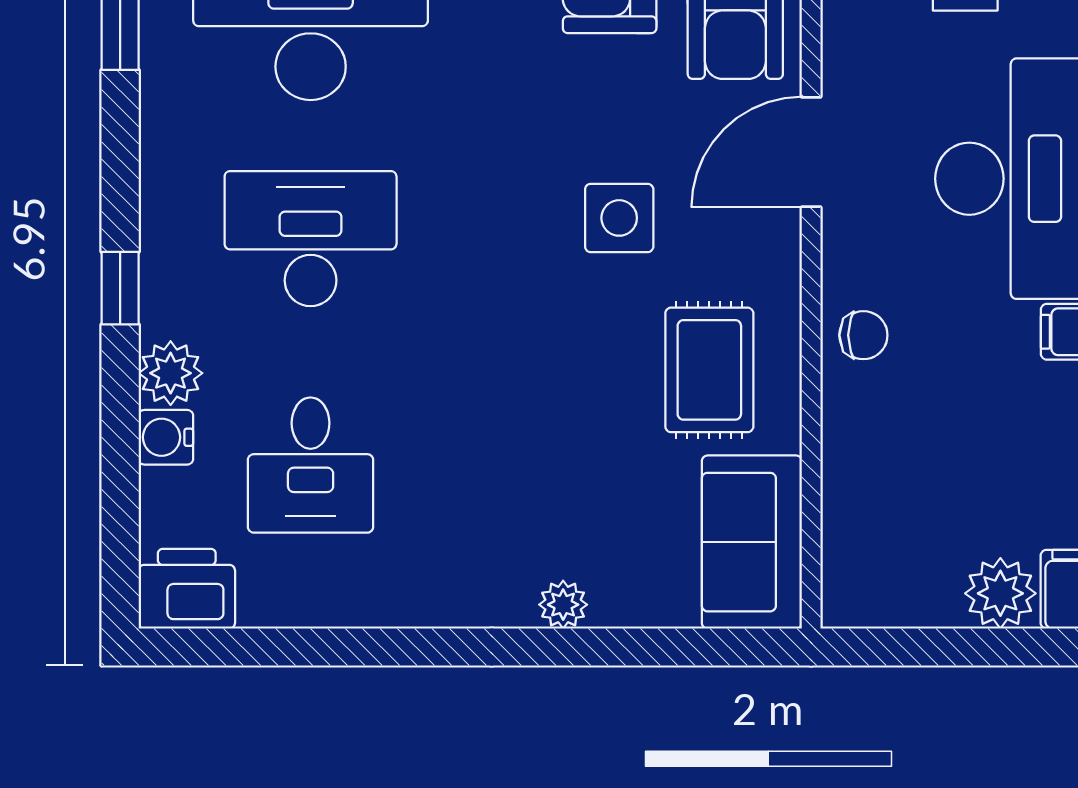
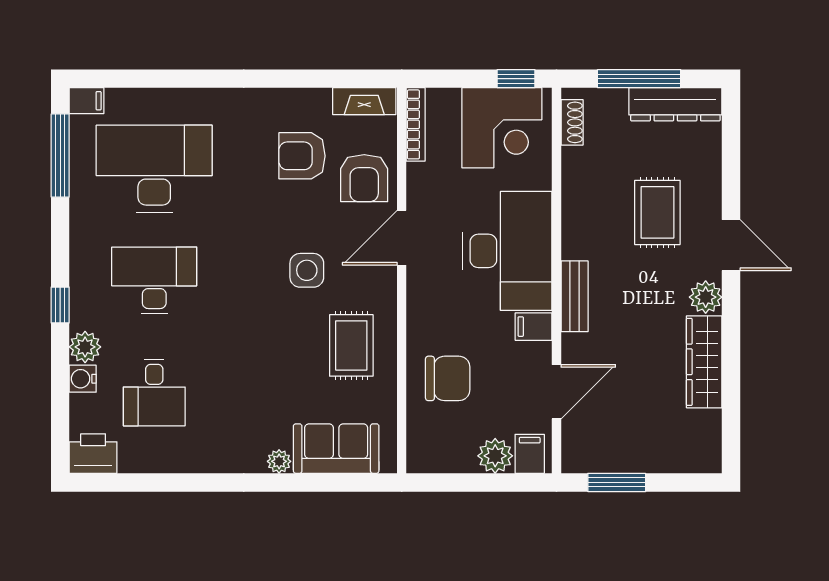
chair: (863, 335) -> (448, 378), moved, width x1.87, depth x1.87
sofa: (752, 542) -> (336, 449), moved, turned 90

